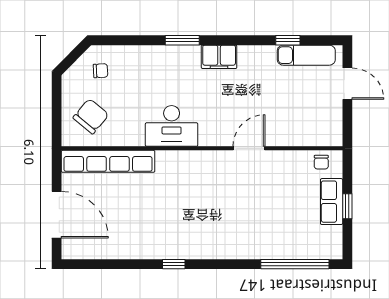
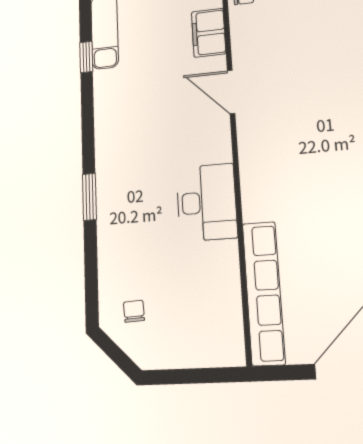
filing cabinet: (219, 57) -> (209, 33), moved, turned 180
chair: (91, 116) -> (199, 322), removed

